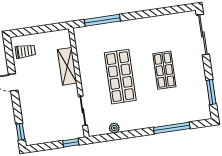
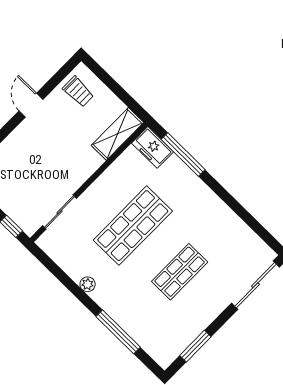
freezer: (86, 34) -> (152, 147), added
shelving: (67, 66) -> (117, 134), moved
plant: (114, 128) -> (88, 284), moved

